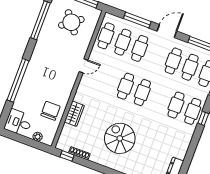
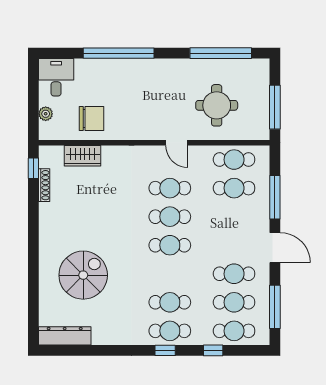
round table: (71, 22) -> (217, 105), moved, turned 37
cafe table: (140, 48) -> (170, 188), moved
wardrobe: (74, 114) -> (83, 156), moved
spiral stairs: (120, 138) -> (83, 275), moved

